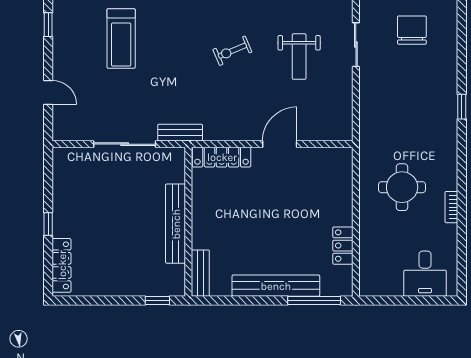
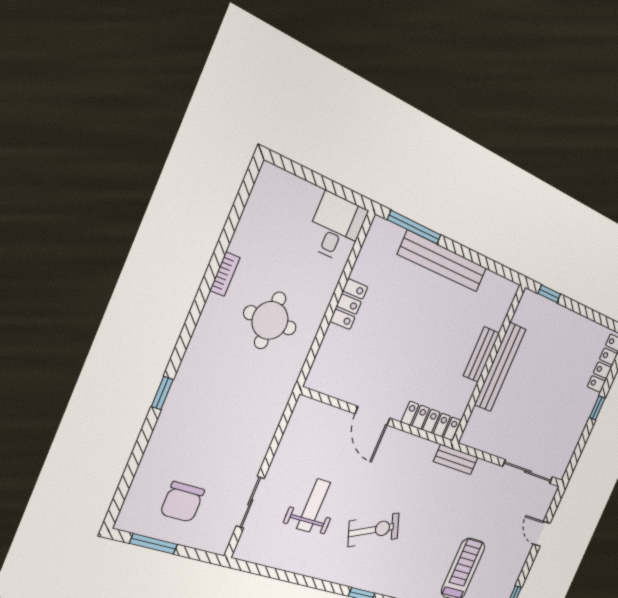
exercise bike: (232, 51) -> (374, 530), width x1.38, depth x1.39
sliding door: (125, 144) -> (528, 472), moved
door: (280, 144) -> (373, 416), hinge flipped
locker: (343, 246) -> (349, 304), moved
bench: (200, 273) -> (481, 354), moved
desk: (425, 274) -> (336, 227), moved

